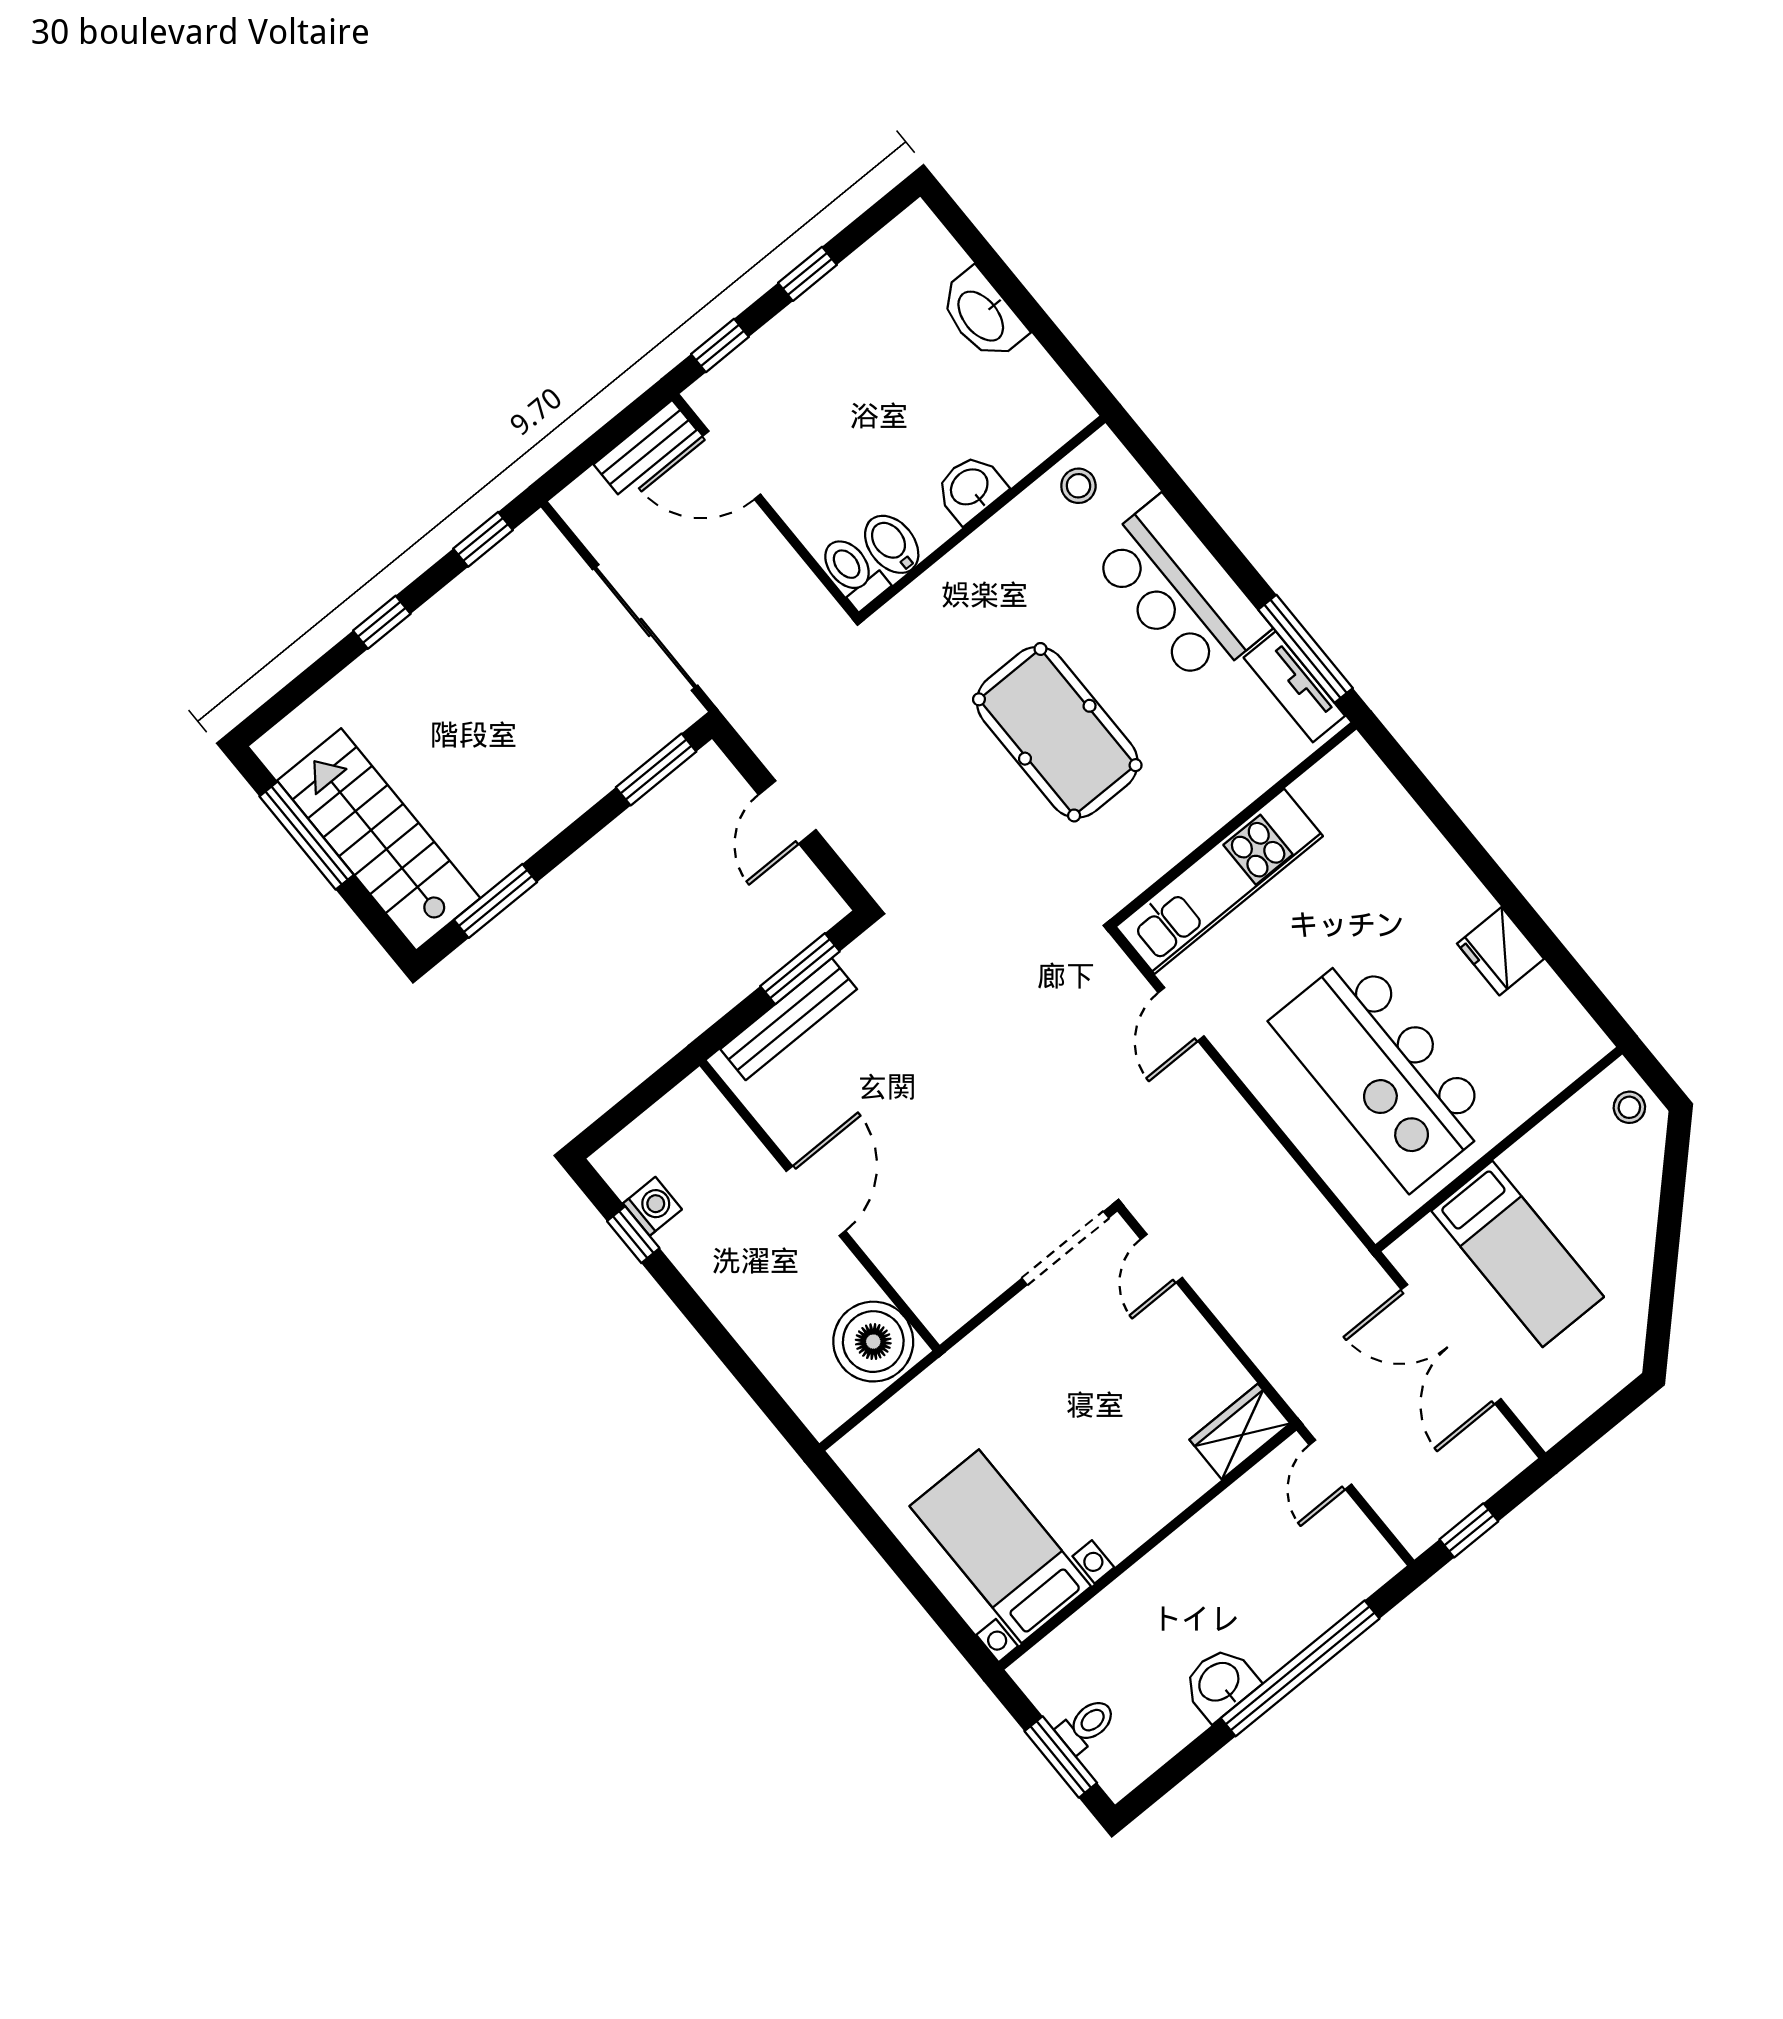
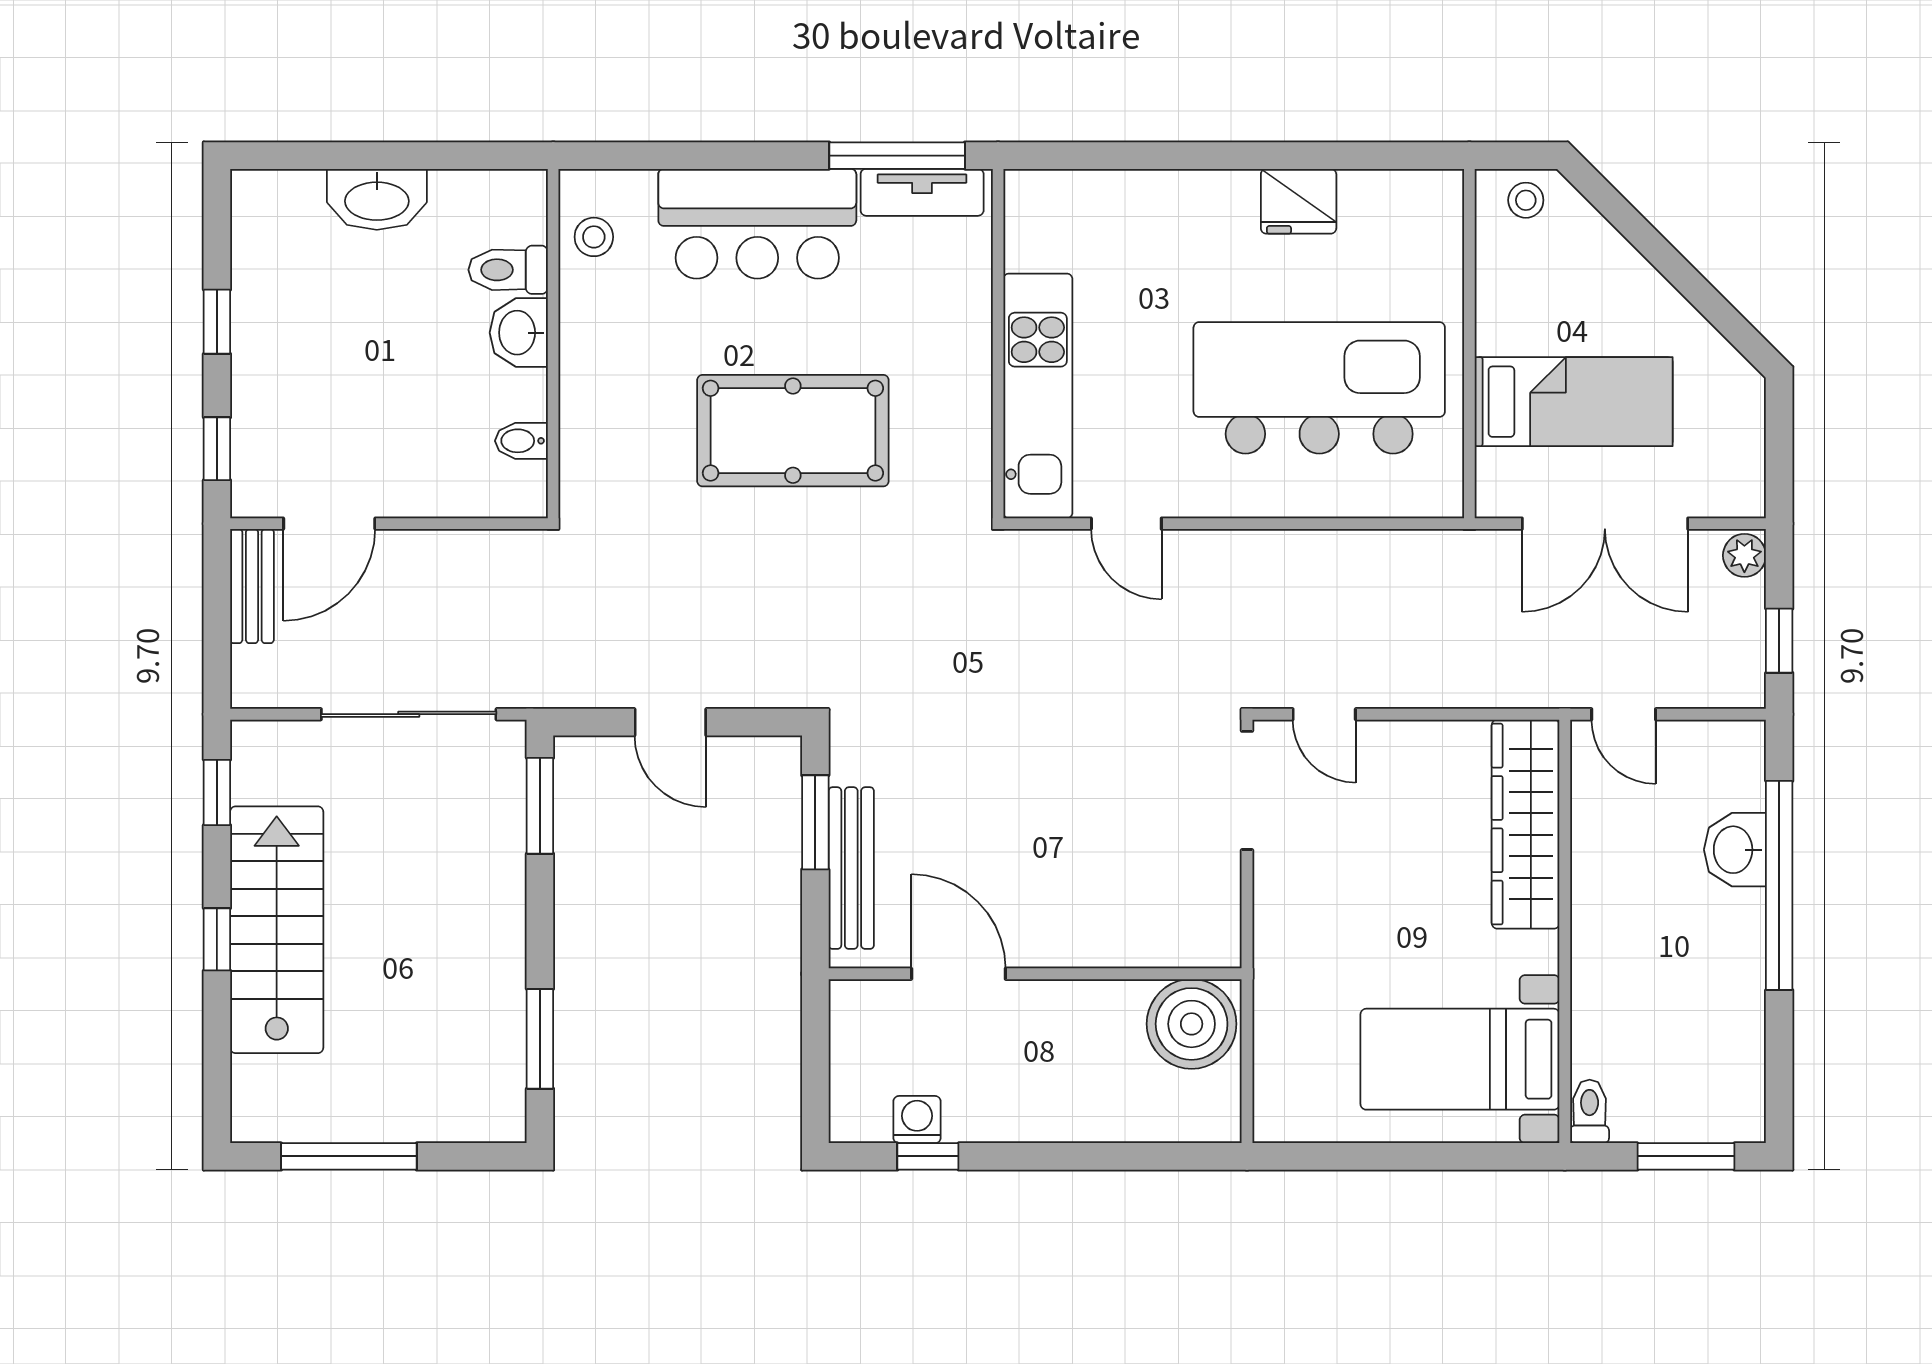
bidet: (892, 544) -> (521, 441), width x0.72, depth x0.74
toilet: (853, 572) -> (508, 270), moved
stairs: (379, 839) -> (277, 930), moved, turned 90
kitchen island: (1384, 1071) -> (1319, 388), turned 180
door: (816, 1201) -> (958, 974), moved
wardrobe: (1240, 1432) -> (1526, 824), width x2.10, depth x1.17
plant: (1508, 1458) -> (1744, 555), added
washbasin: (1220, 1683) -> (1735, 850), moved
toilet: (1087, 1725) -> (1590, 1111), moved

